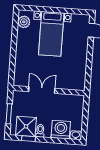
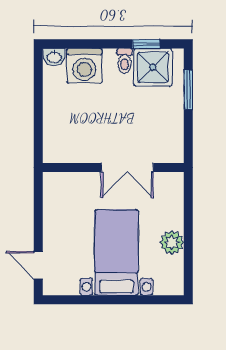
plant: (24, 22) -> (172, 242), moved
double door: (42, 90) -> (127, 167), moved
wall: (49, 90) -> (113, 167), moved

